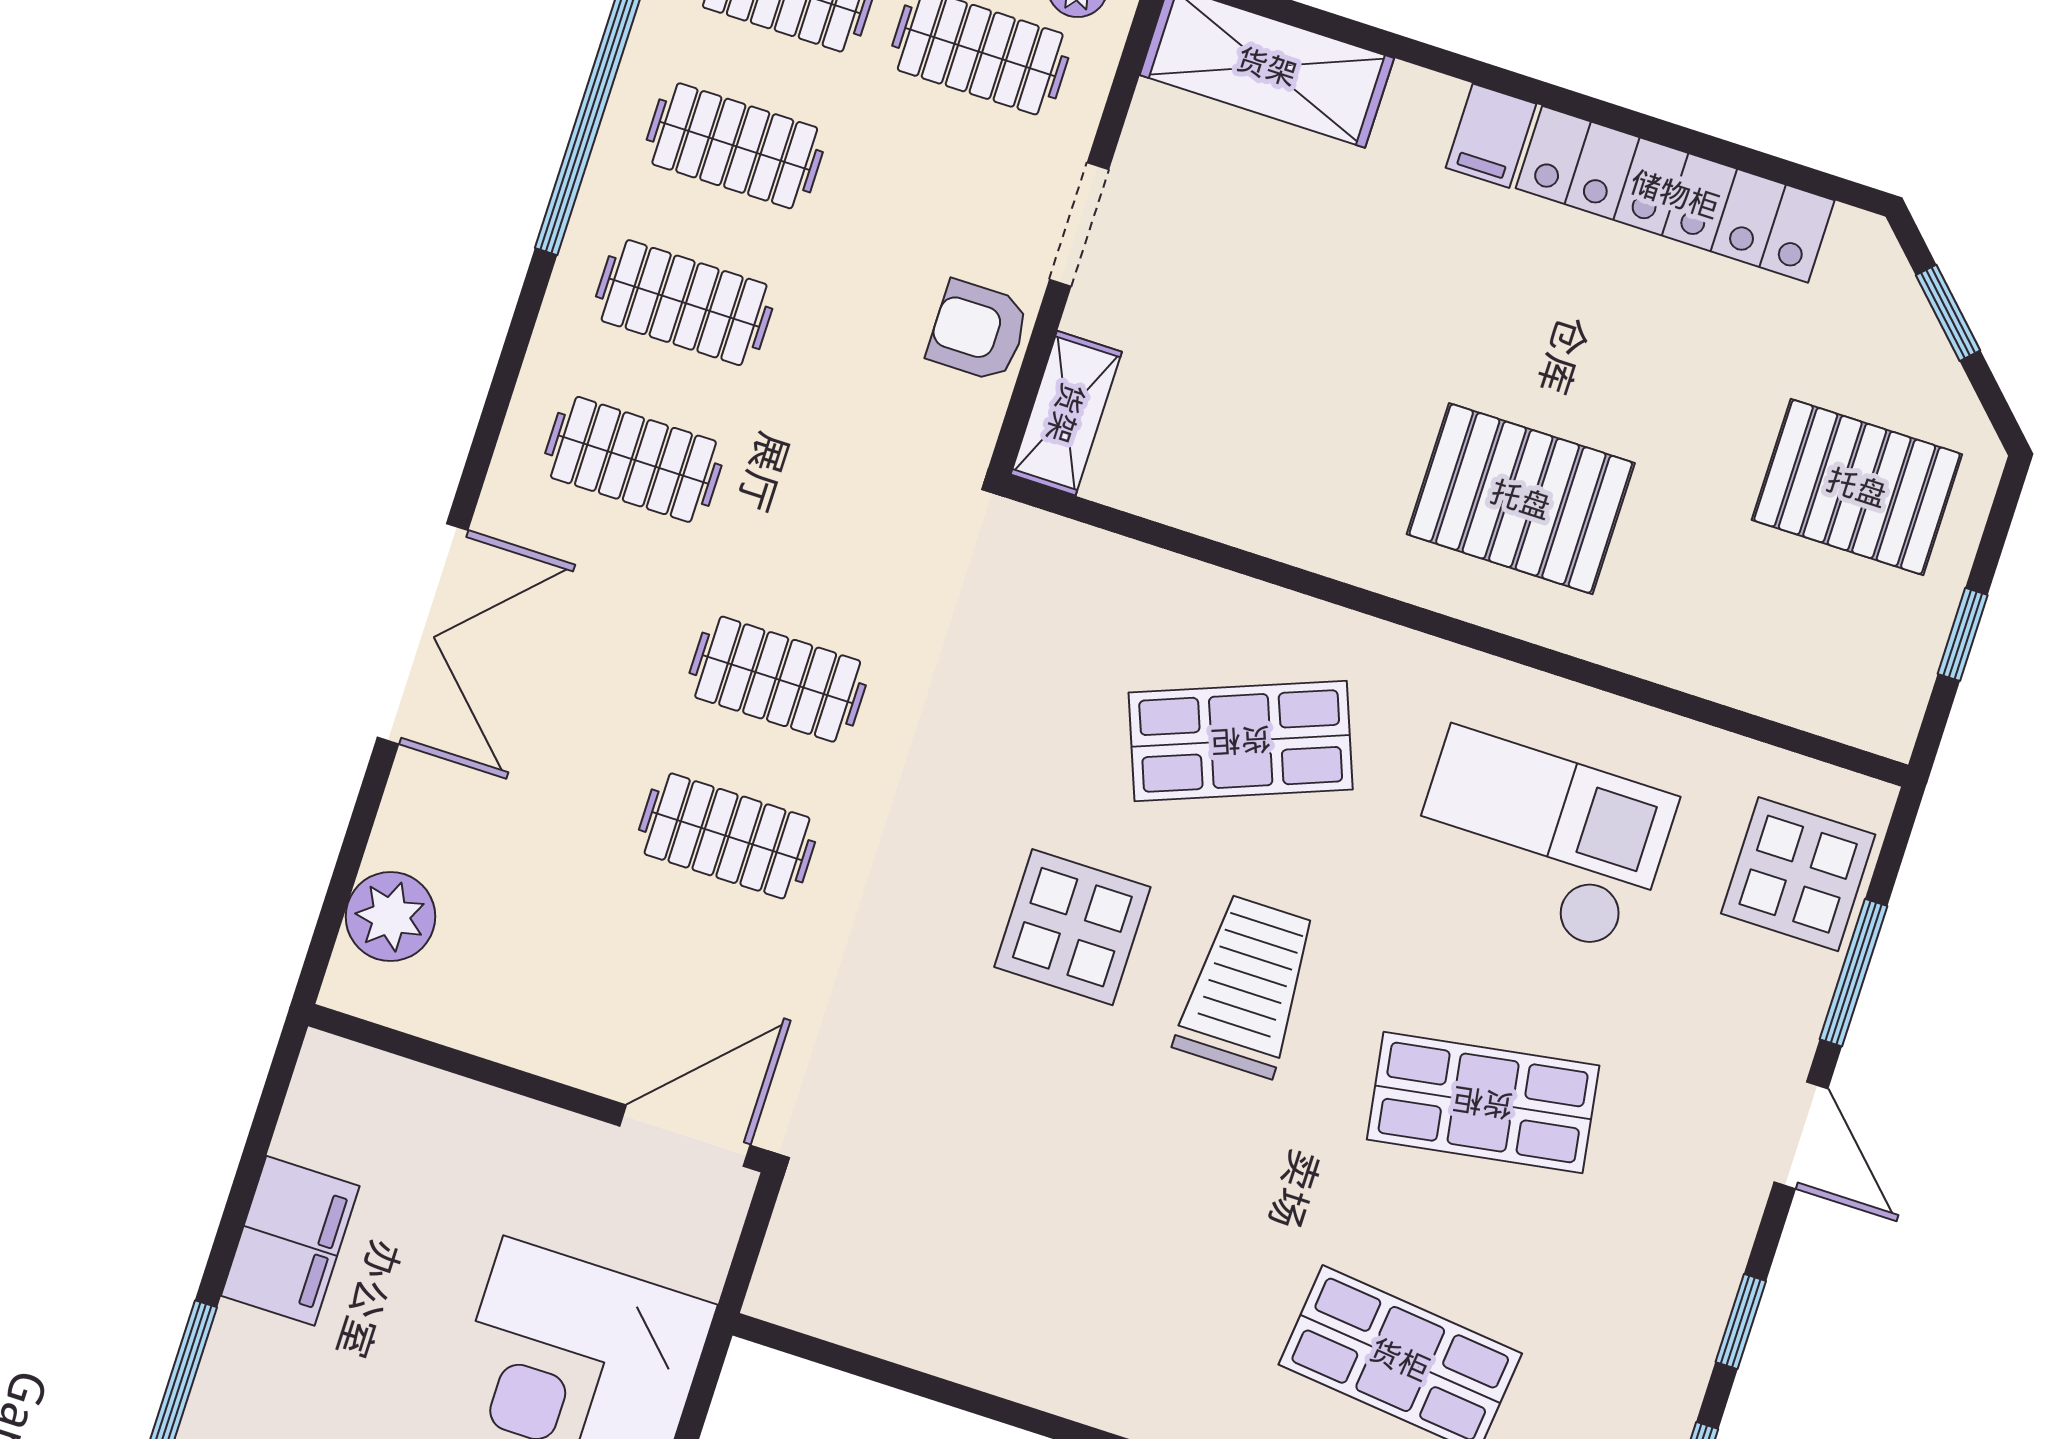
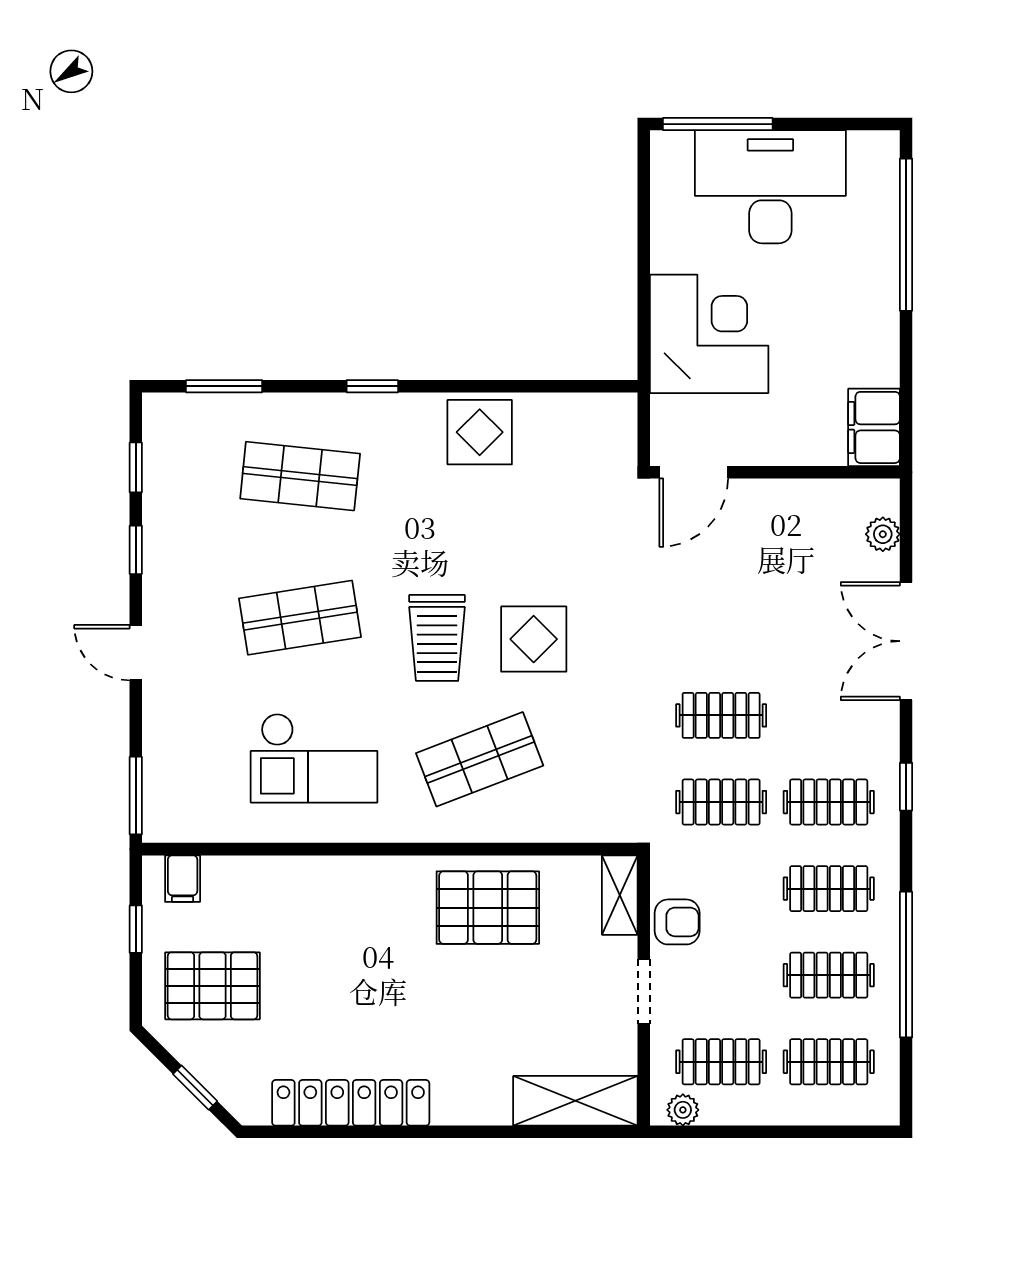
filing cabinet: (1491, 136) -> (183, 879), moved, turned 180
window: (484, 442) -> (906, 787), added
pallet: (1521, 499) -> (488, 908), moved
double door: (423, 634) -> (906, 641), moved
clothes rail: (727, 836) -> (721, 802), moved
display table: (1798, 874) -> (480, 432), moved
plant: (390, 916) -> (883, 534), width x0.73, depth x0.73
window: (1853, 973) -> (136, 796), moved
filing cabinet: (290, 1241) -> (874, 427), moved

